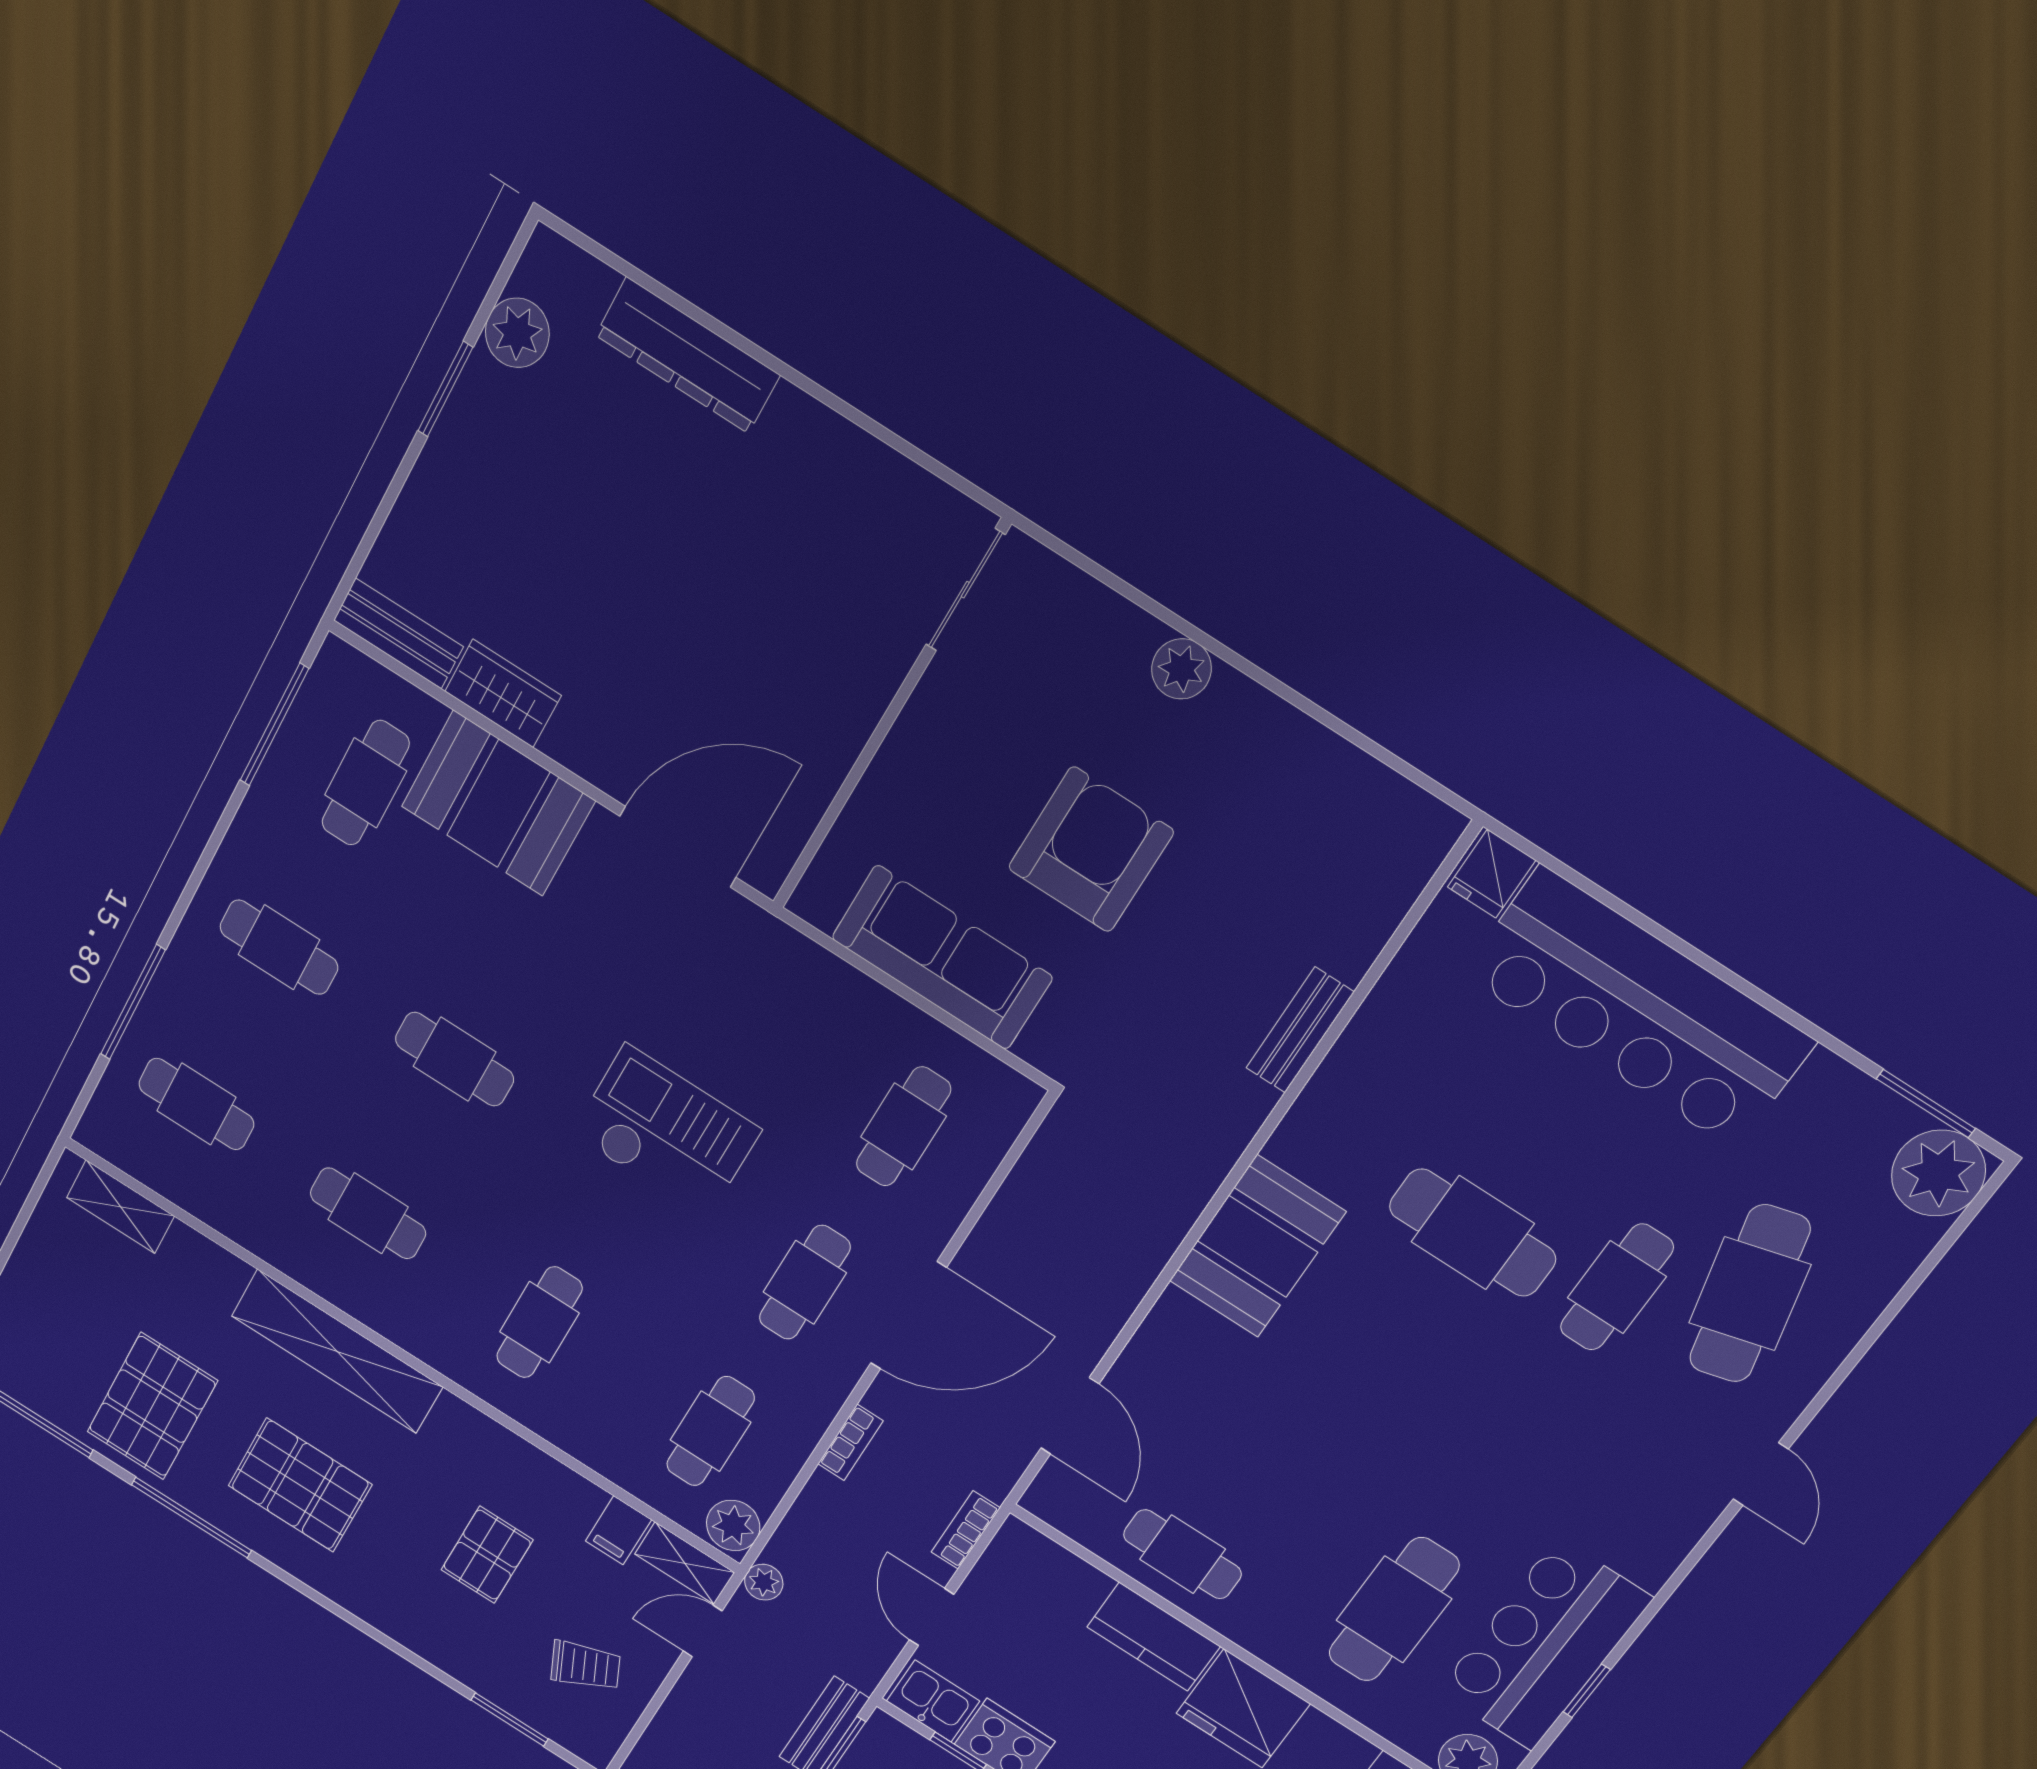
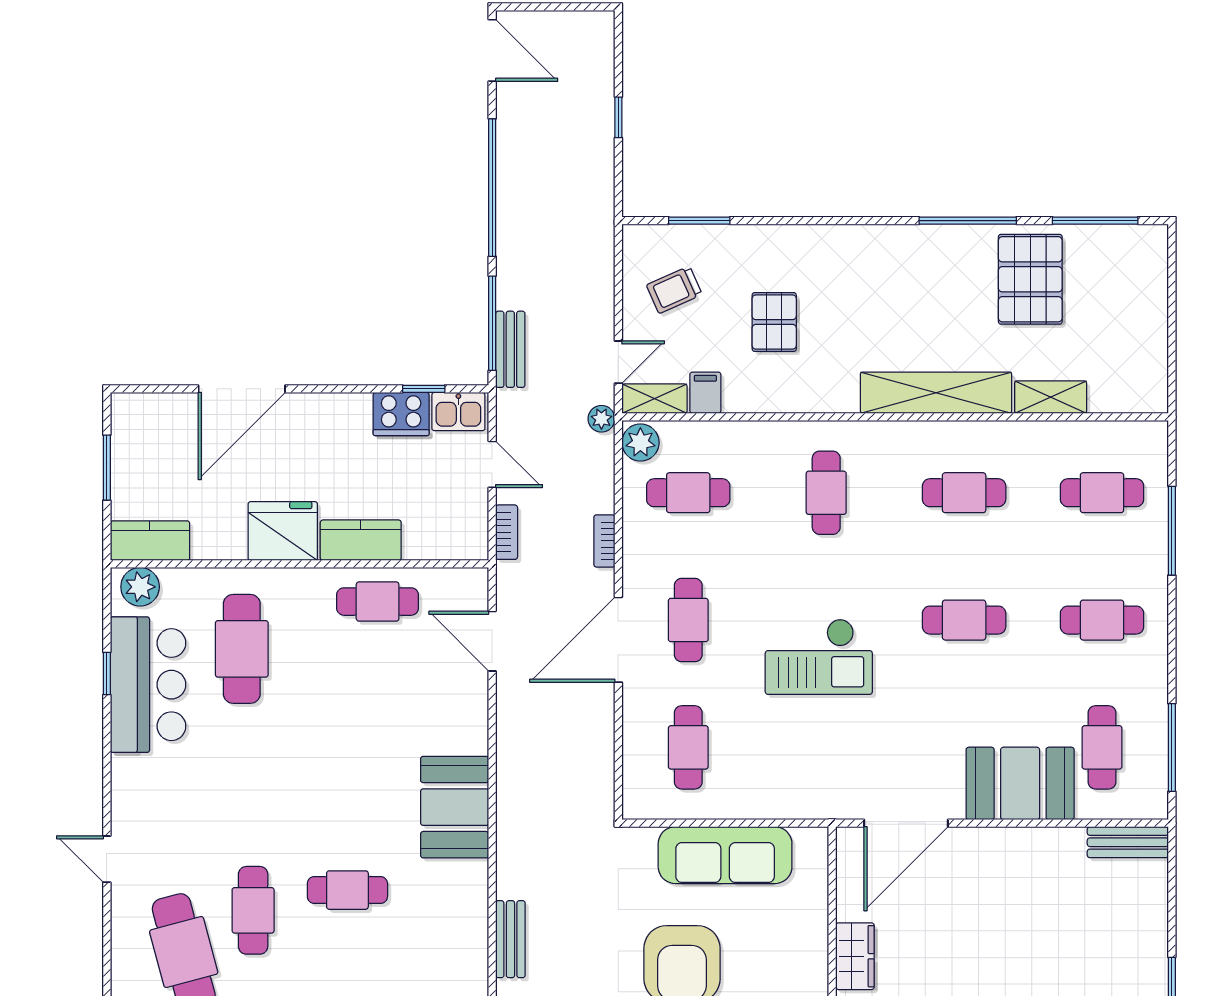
wardrobe: (503, 693) -> (855, 956), moved, turned -90
shelving: (121, 1207) -> (1051, 397), moved
cafe table: (1473, 1233) -> (347, 890), width x0.73, depth x0.74
cafe table: (710, 1431) -> (688, 493), turned 90
pallet: (300, 1485) -> (912, 289), removed

